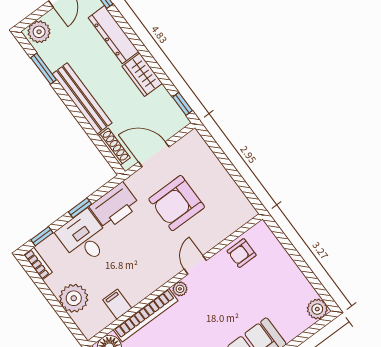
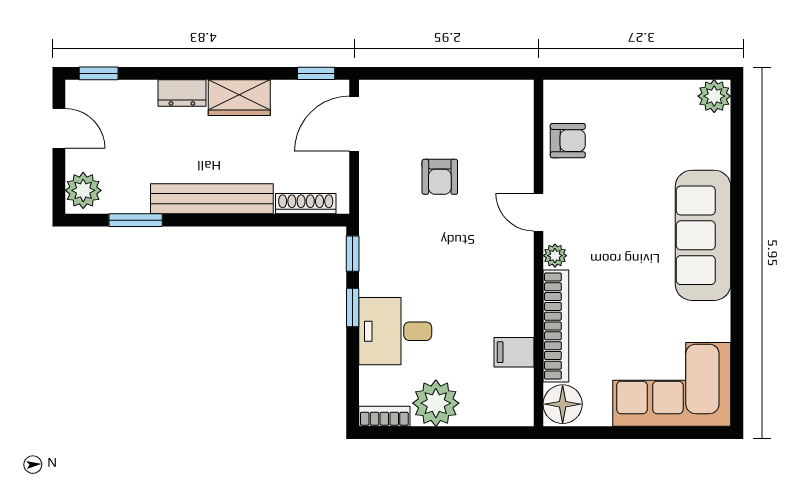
dresser: (113, 35) -> (182, 93), width x0.51, depth x0.80
door: (154, 154) -> (354, 124), moved
armchair: (177, 203) -> (440, 177), width x0.53, depth x0.53
printer: (115, 206) -> (383, 261), removed
window: (42, 236) -> (353, 254), moved
armchair: (242, 253) -> (568, 141), turned -90
plant: (74, 298) -> (436, 403), moved

